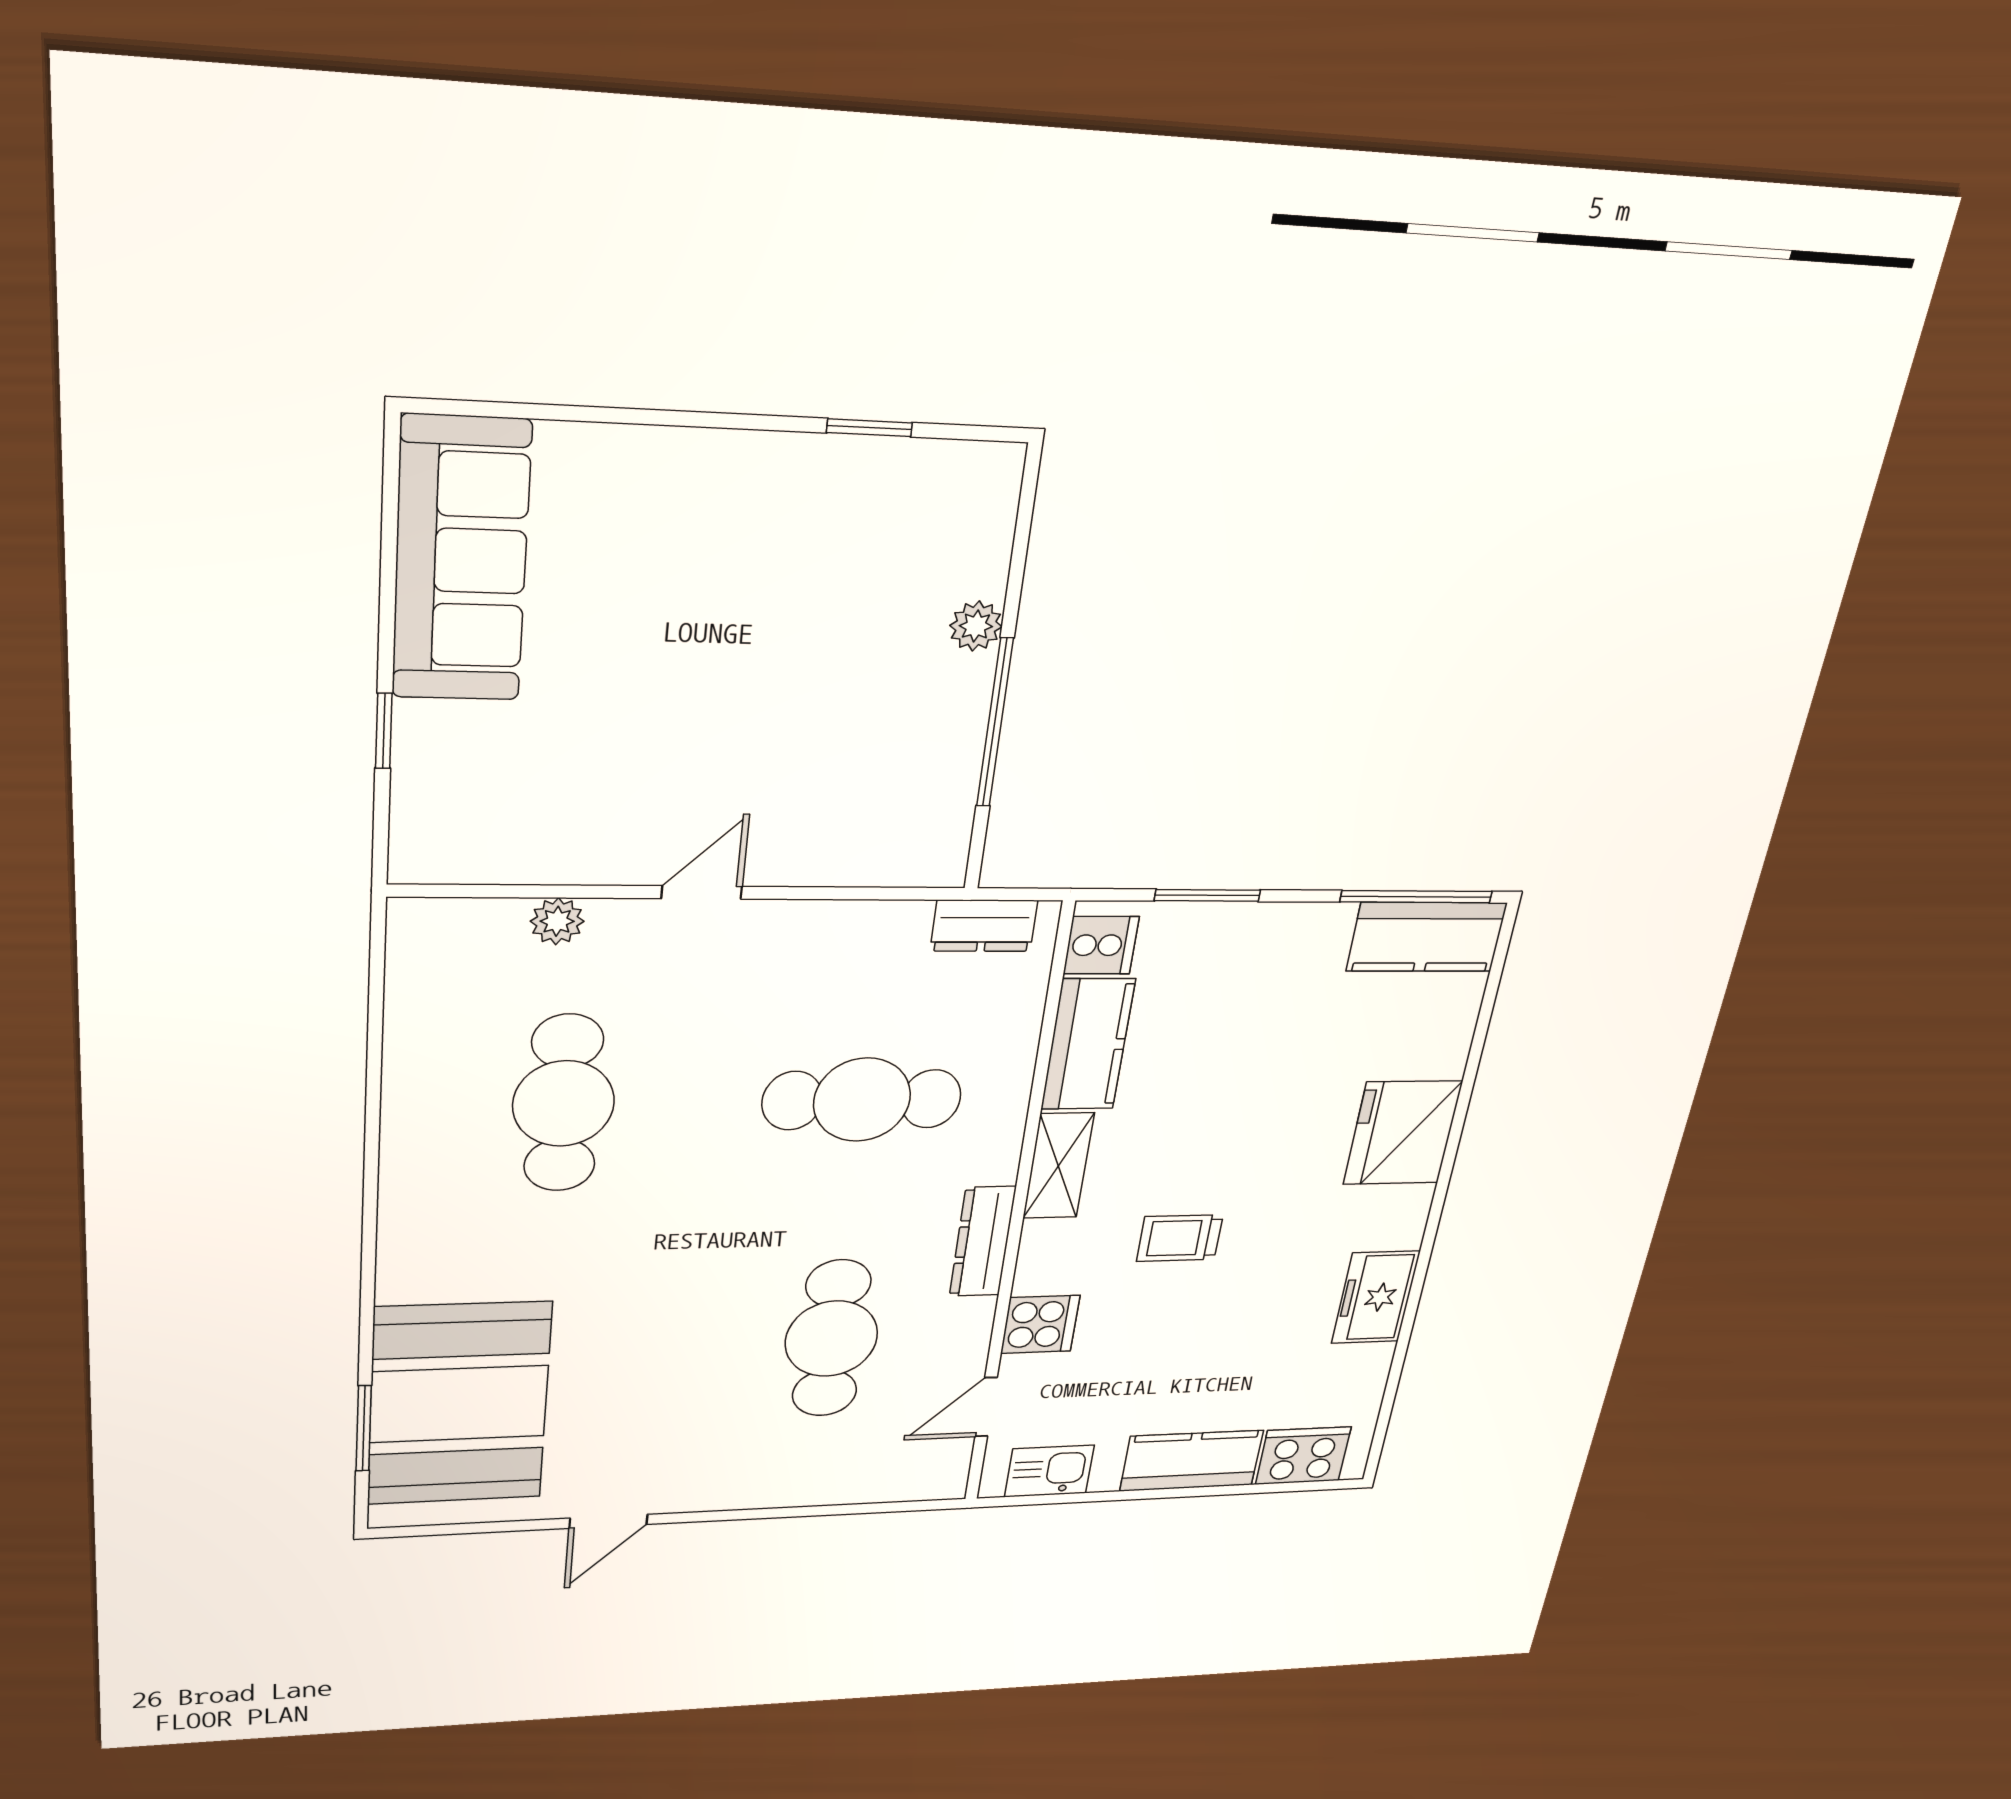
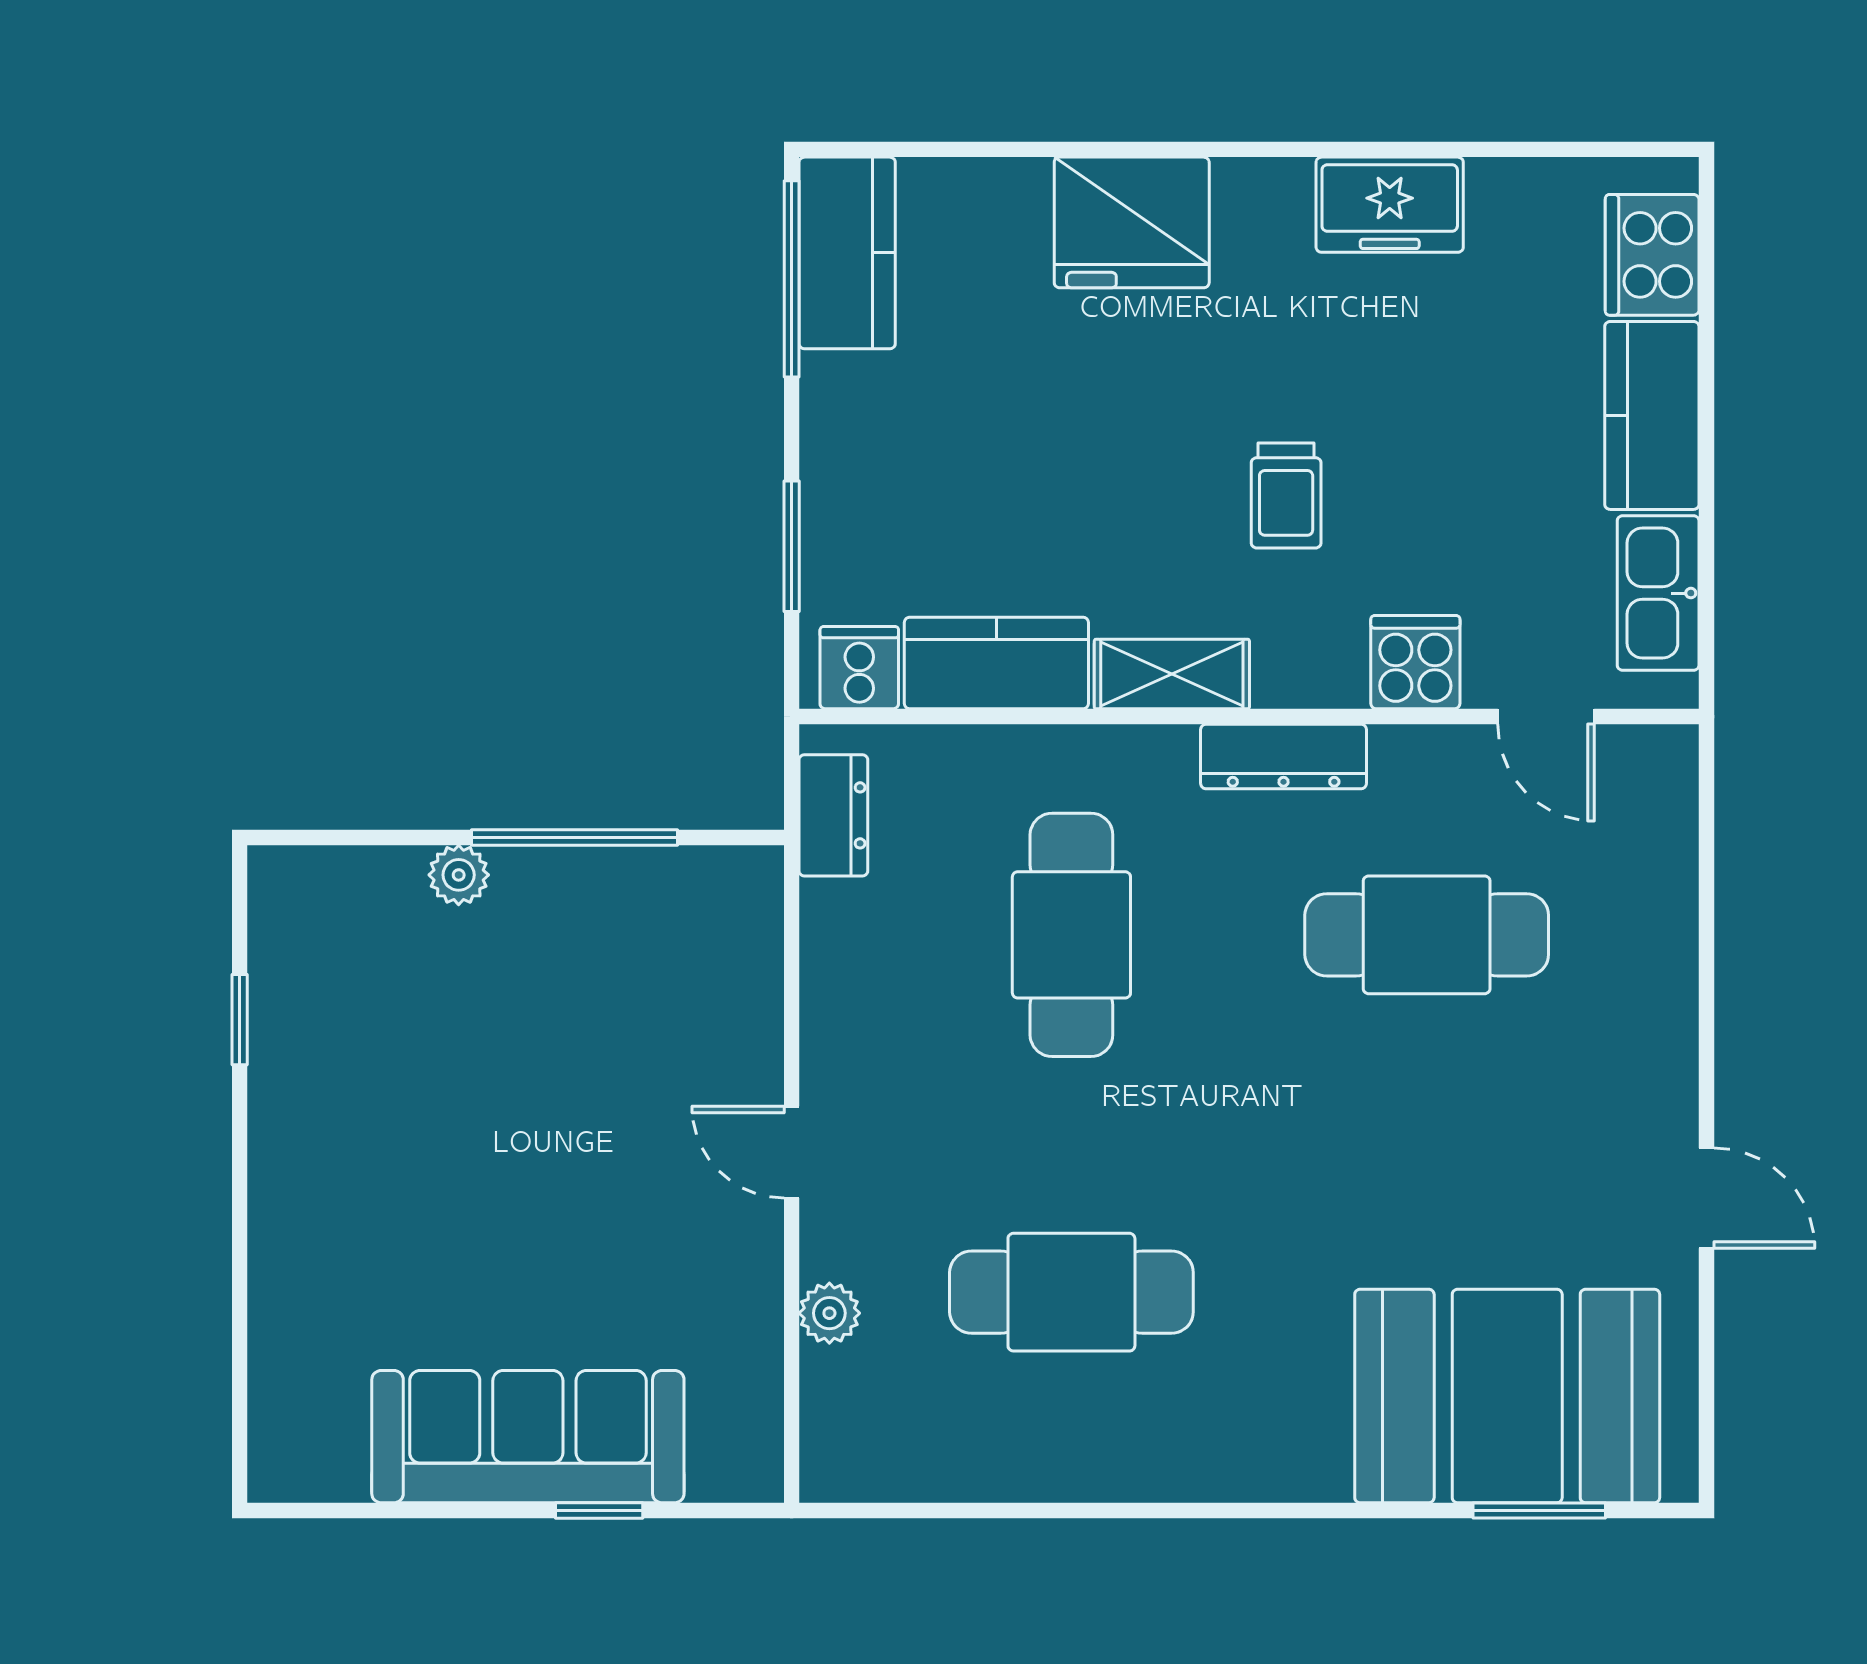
sofa: (461, 560) -> (528, 1437), moved
kitchen sink: (1049, 1471) -> (1658, 593), width x1.38

